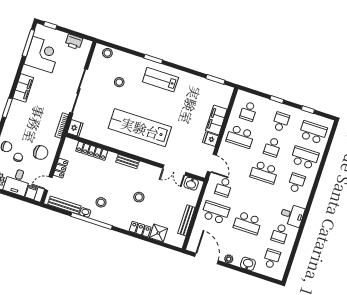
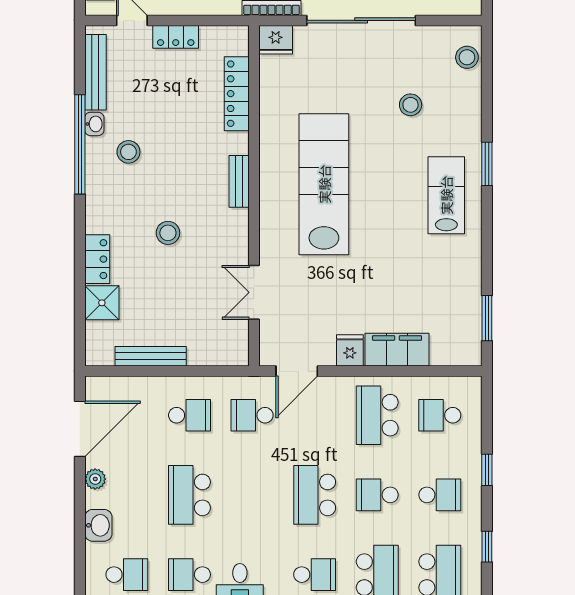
washbasin: (191, 184) -> (236, 340), removed
school desk: (215, 212) -> (189, 415), width x0.54

